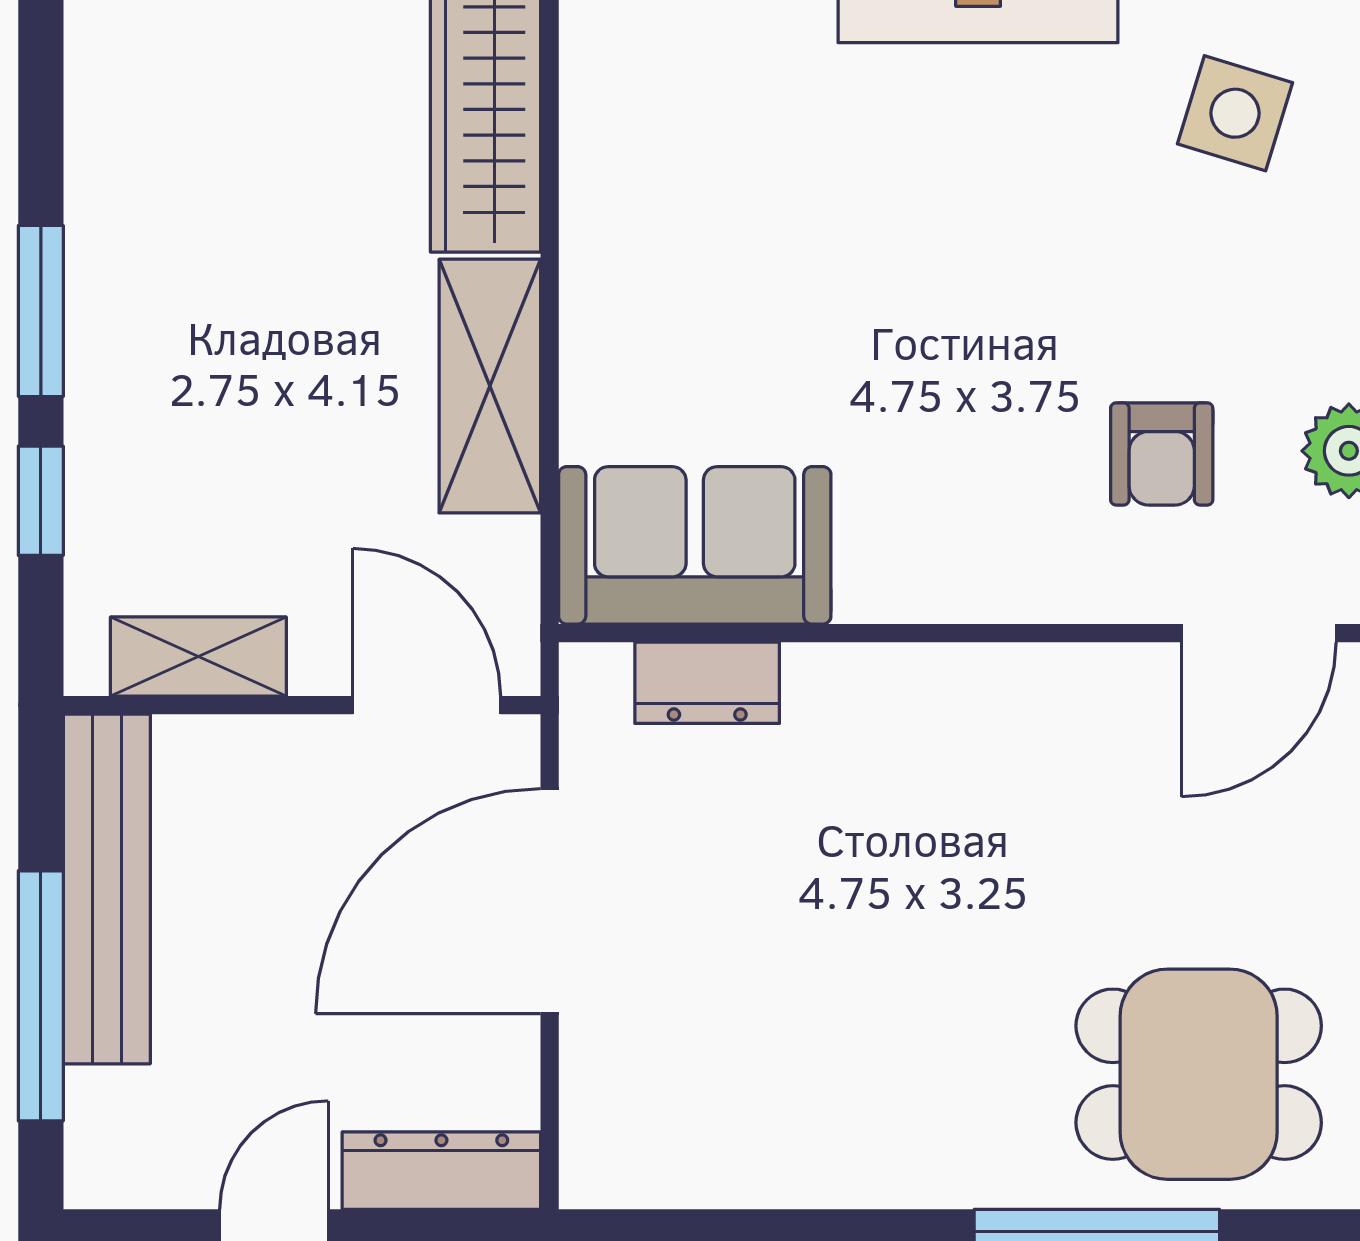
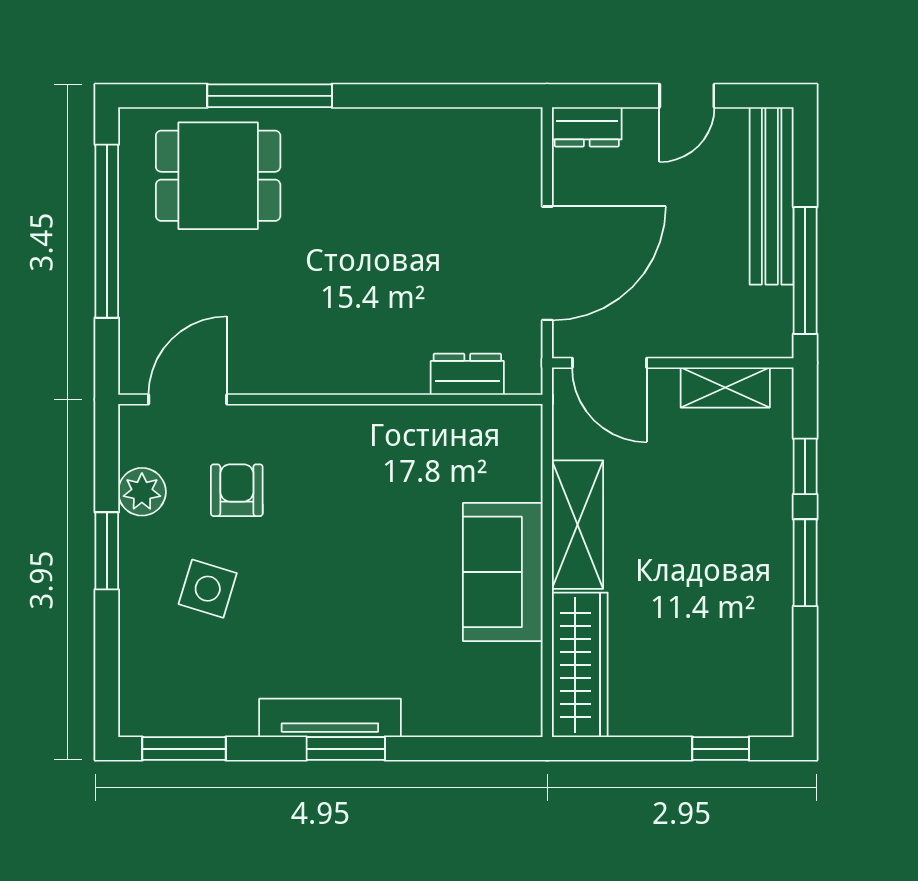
side table: (1235, 113) -> (208, 589), moved
sofa: (695, 545) -> (503, 572), moved, turned 90
bench: (107, 889) -> (772, 196), moved
window: (41, 996) -> (805, 271), moved
dresser: (441, 1171) -> (587, 127), width x0.70

